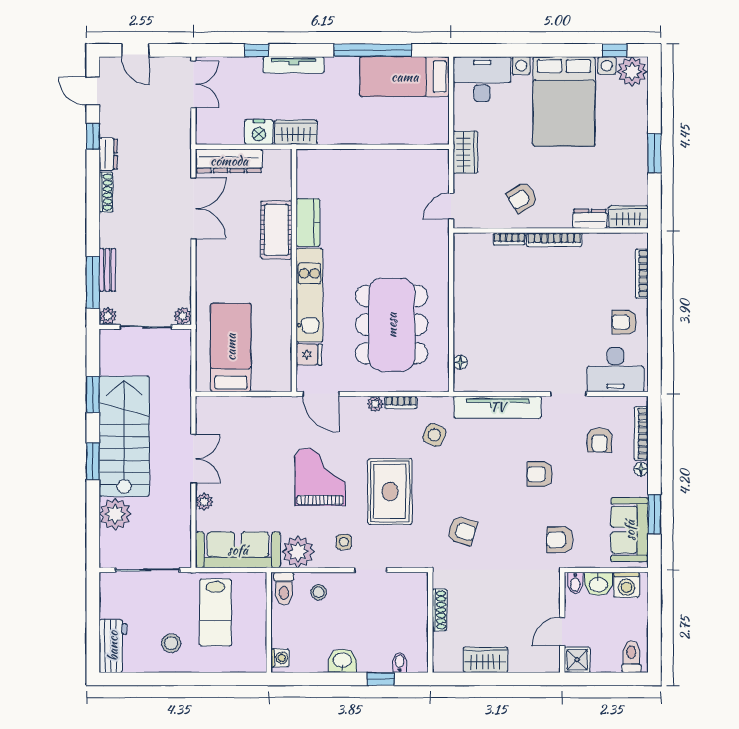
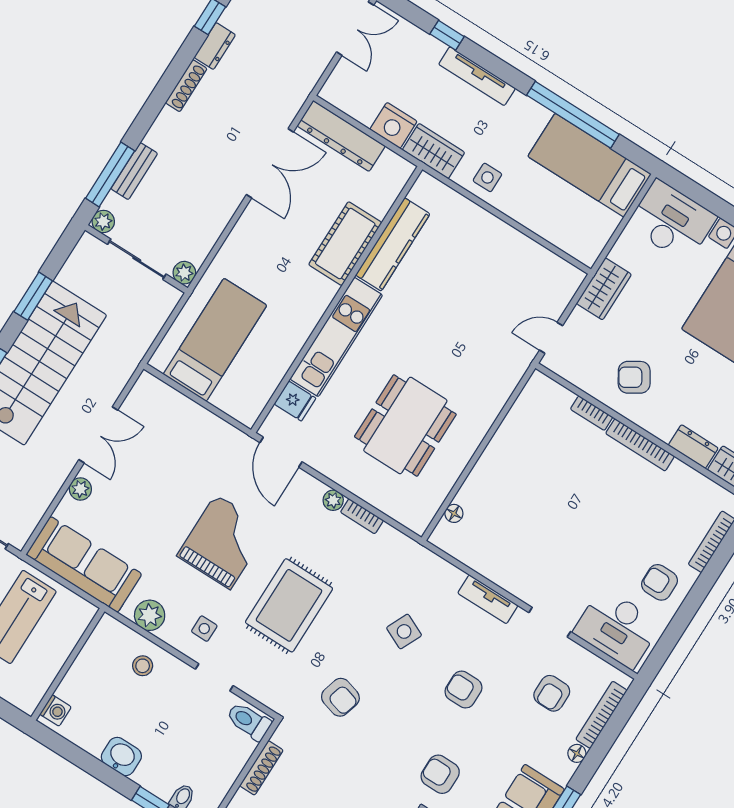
side table: (342, 127) -> (487, 177), added
kitchen counter: (308, 223) -> (393, 244), width x1.50
dining table: (392, 325) -> (405, 425), width x0.73, depth x0.80
tv unit: (498, 407) -> (488, 599), width x0.52, depth x0.78
side table: (434, 435) -> (404, 631), moved
plant: (298, 552) -> (150, 615), width x0.73, depth x0.73
toilet: (284, 588) -> (249, 721), moved, turned 90

